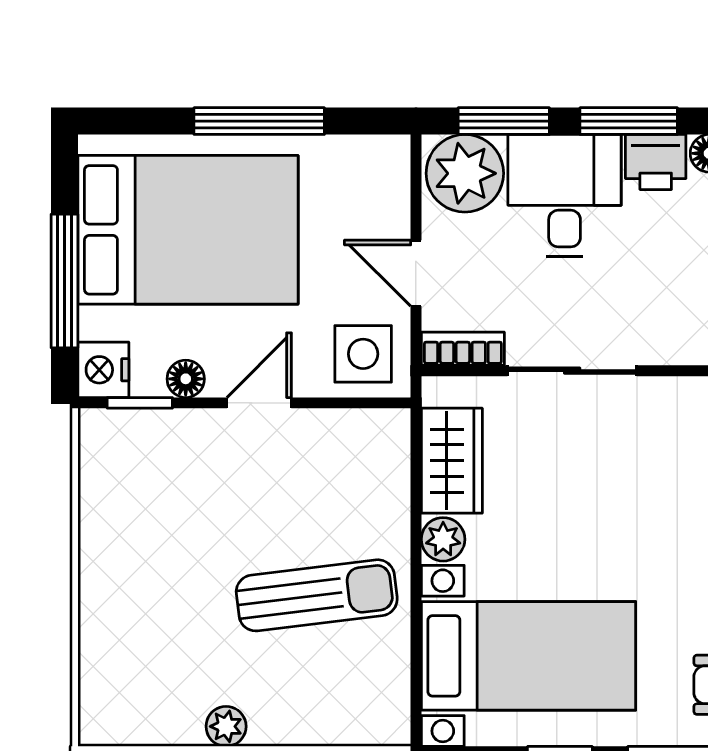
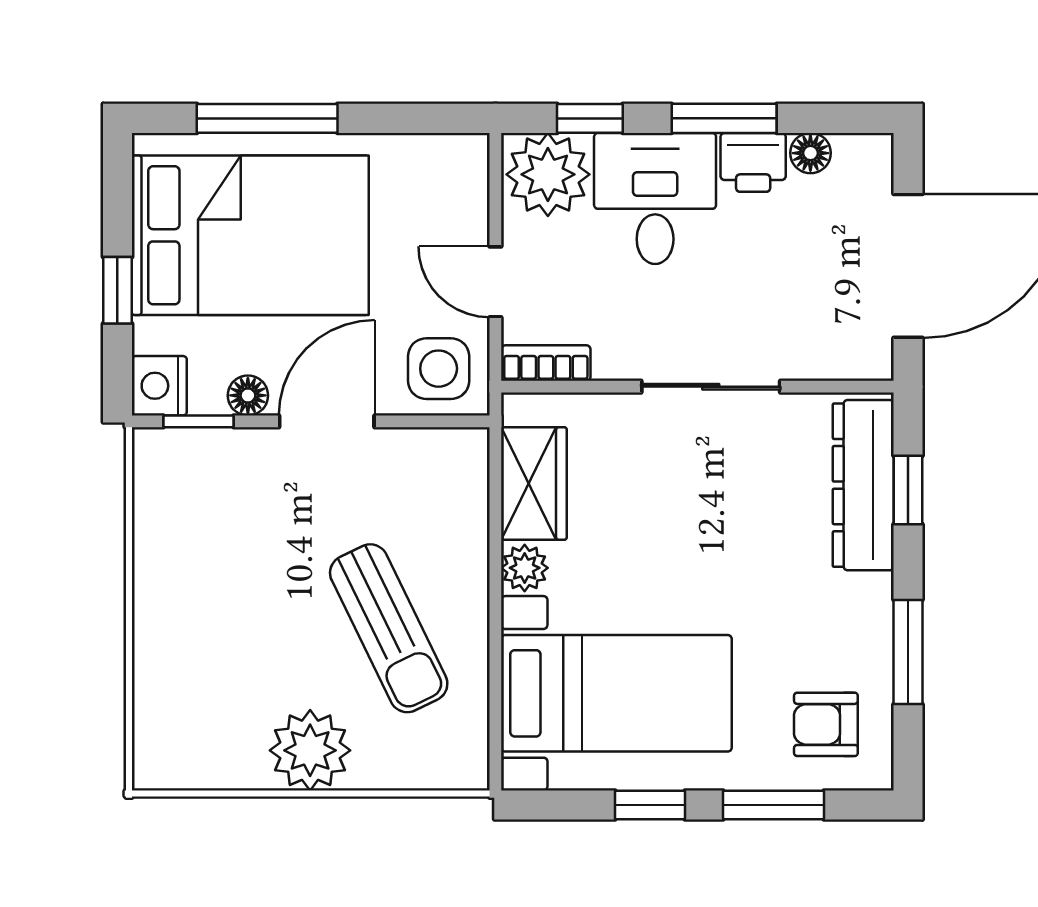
window: (259, 121) -> (267, 118), moved
window: (504, 121) -> (590, 118), width x0.67
window: (64, 281) -> (117, 290), width x0.46
sliding door: (572, 371) -> (711, 387), moved
door: (259, 403) -> (327, 421), width x1.38
sun lounger: (317, 595) -> (389, 628), turned 71
plant: (226, 726) -> (310, 750), width x1.88, depth x1.88

